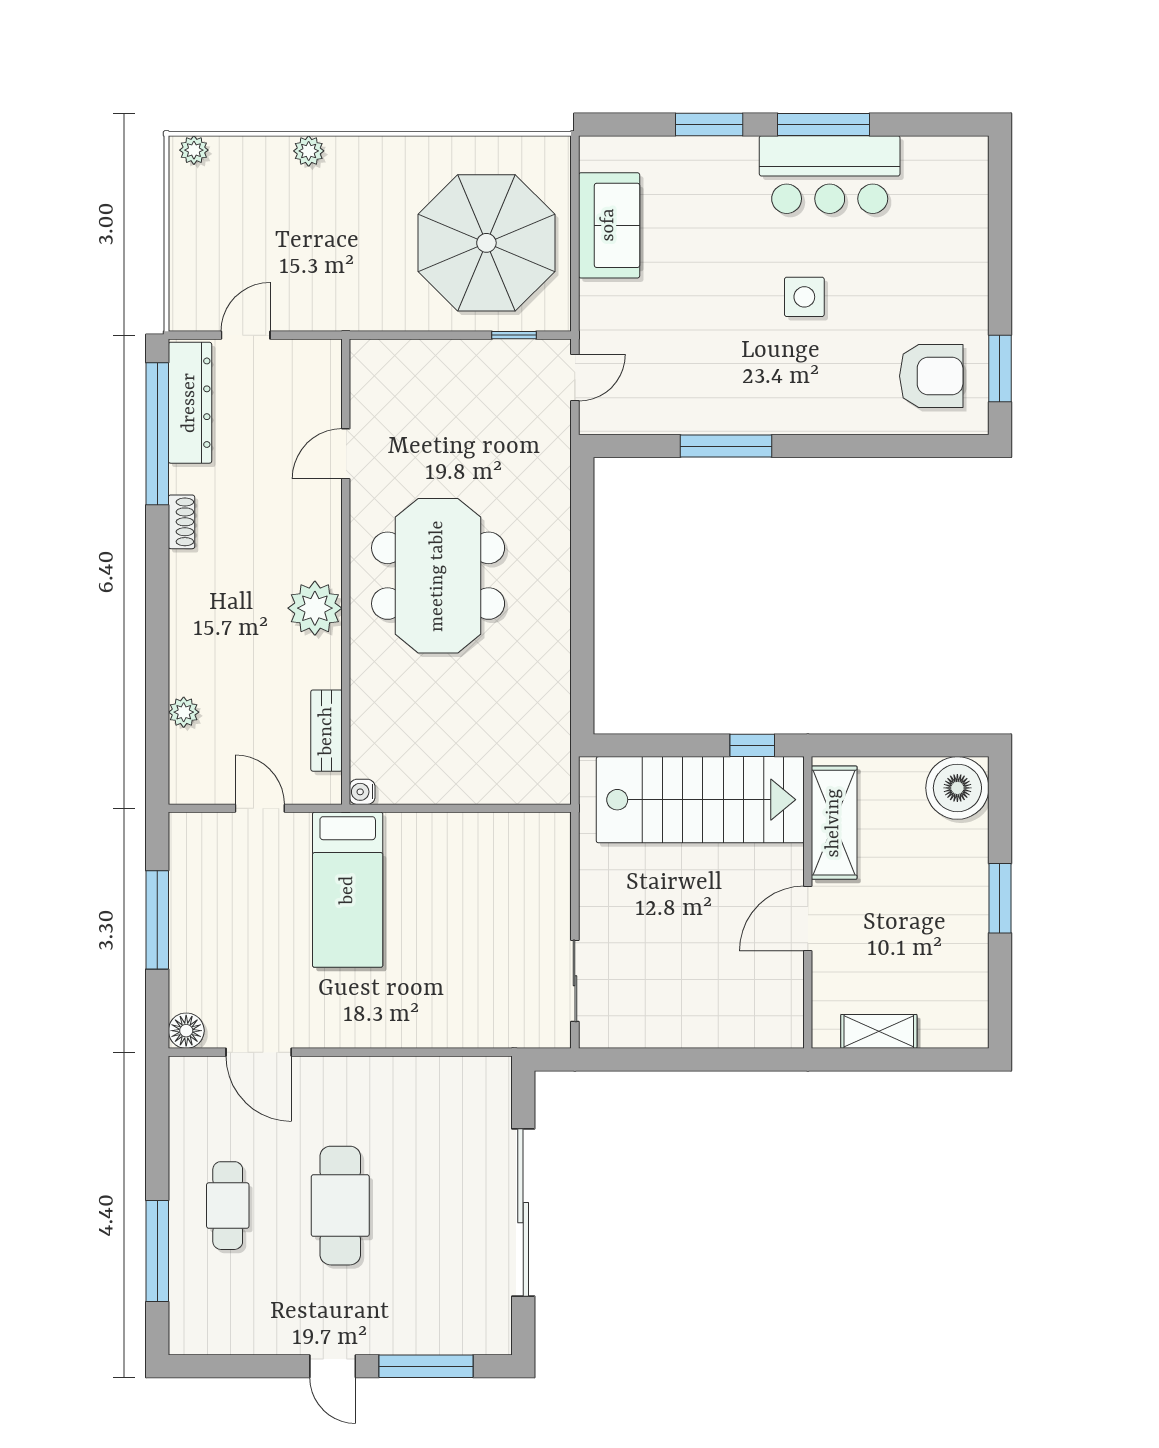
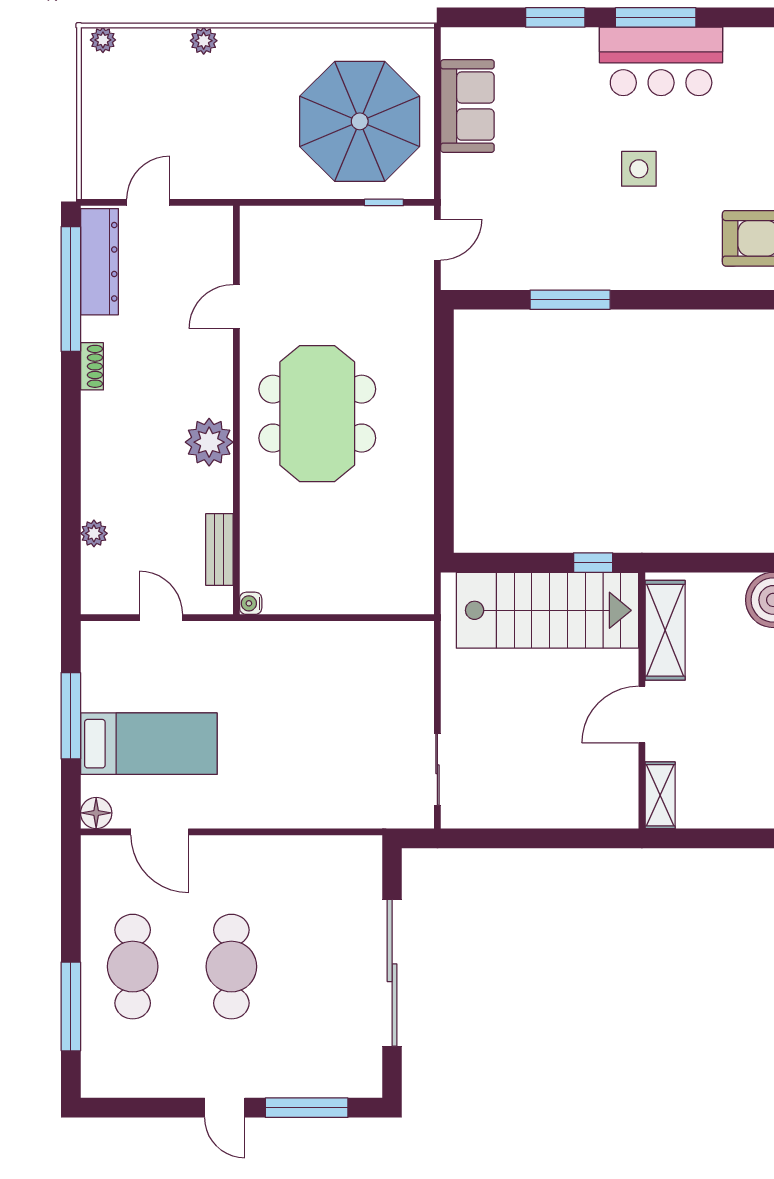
bed: (348, 890) -> (149, 744), moved, turned -90
shelving: (879, 1031) -> (660, 795), moved, turned 90
cafe table: (228, 1206) -> (133, 967), width x1.37, depth x1.35

